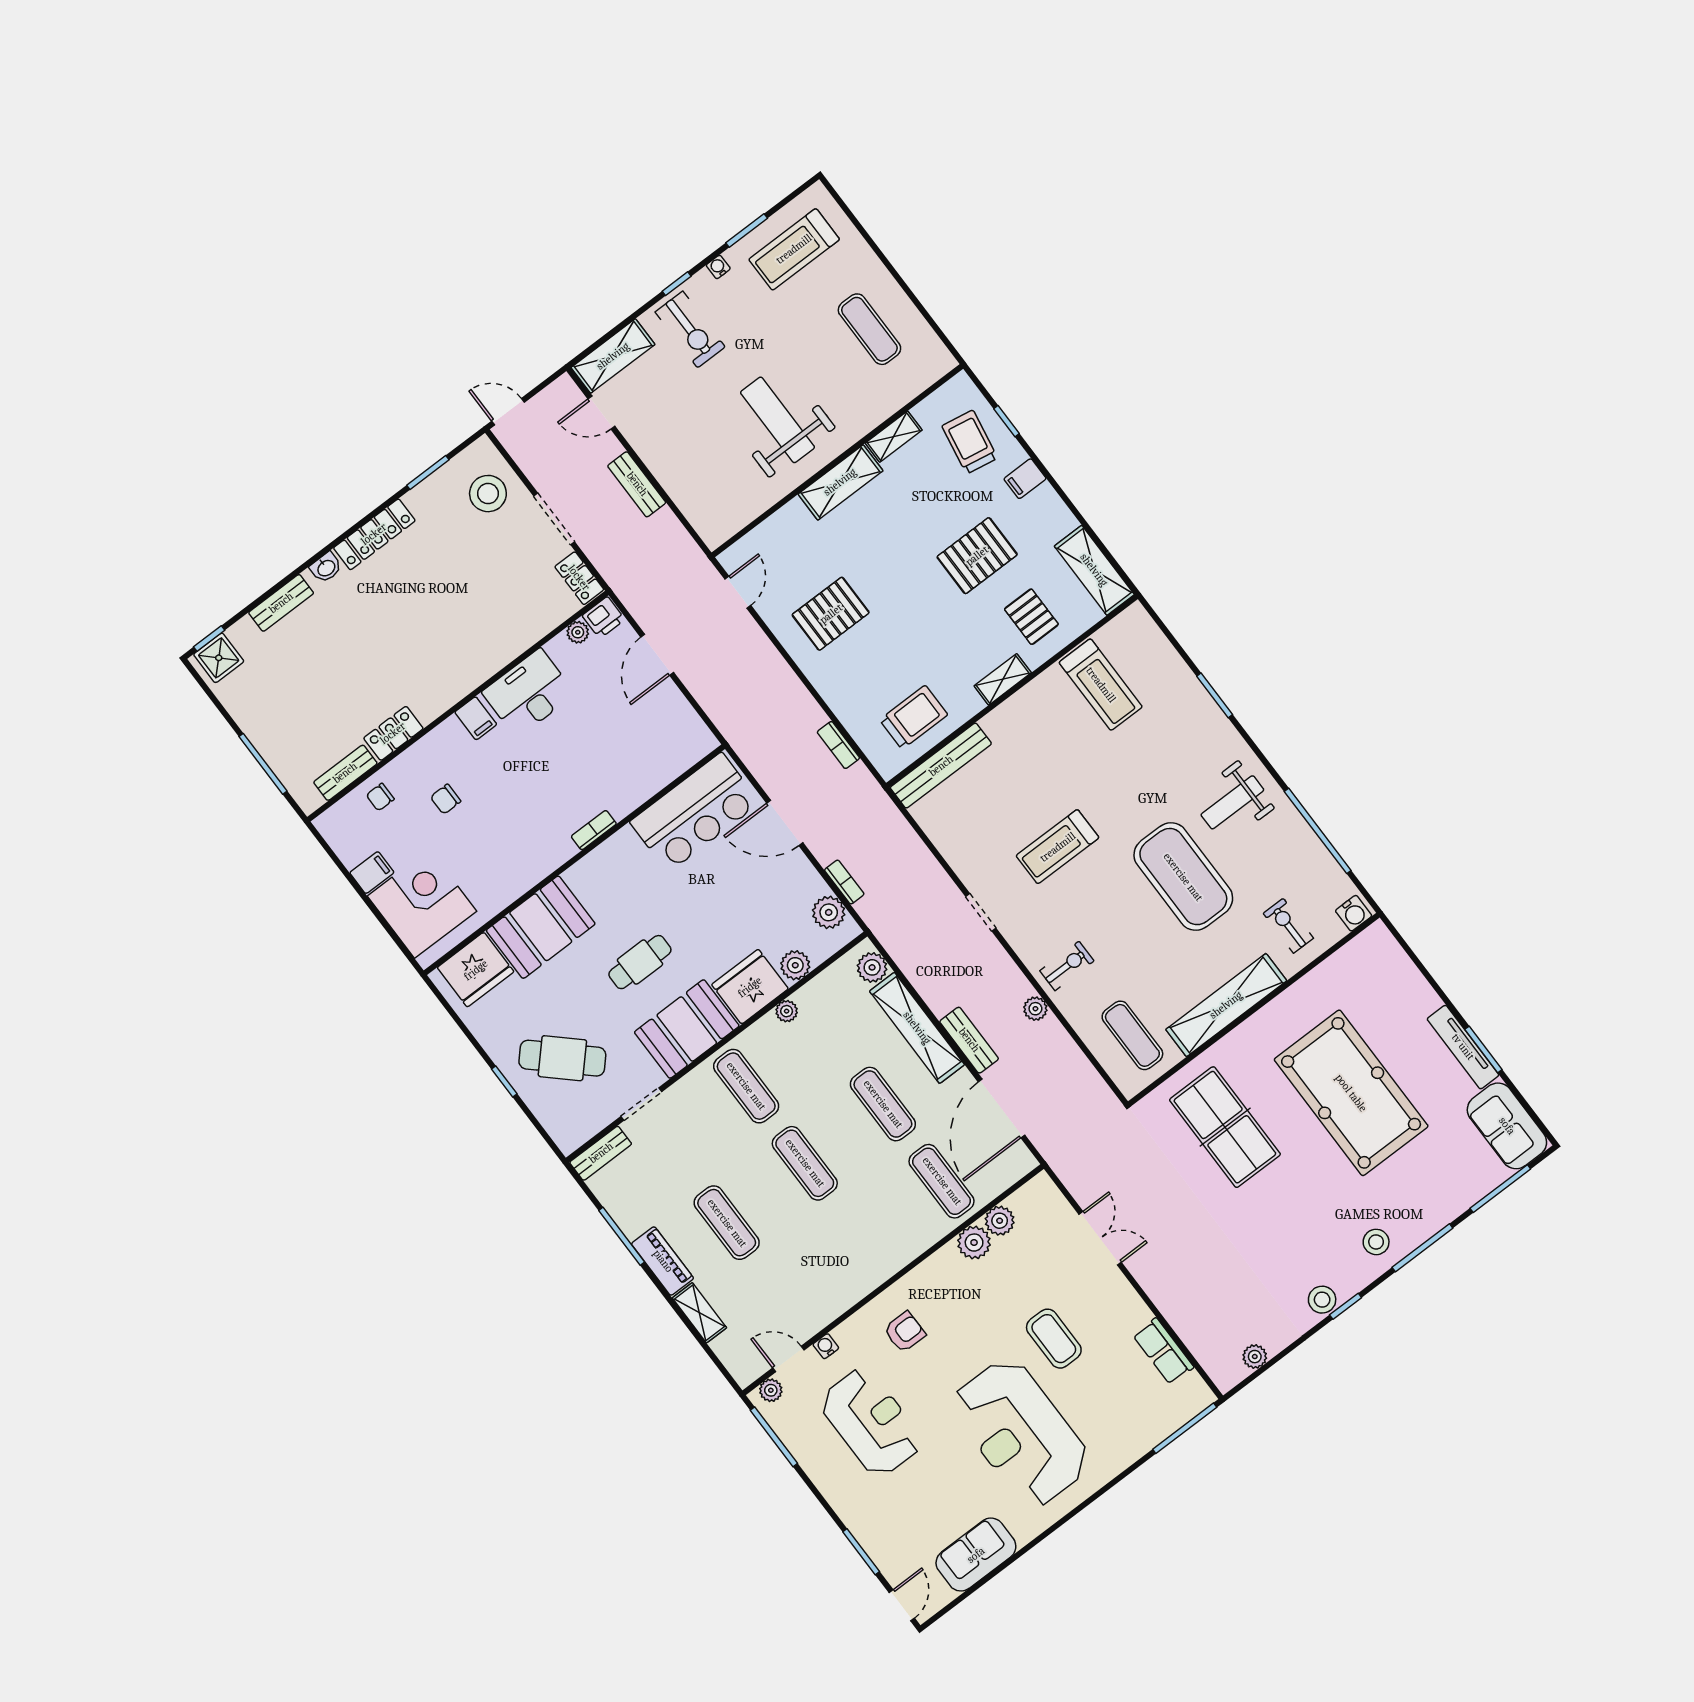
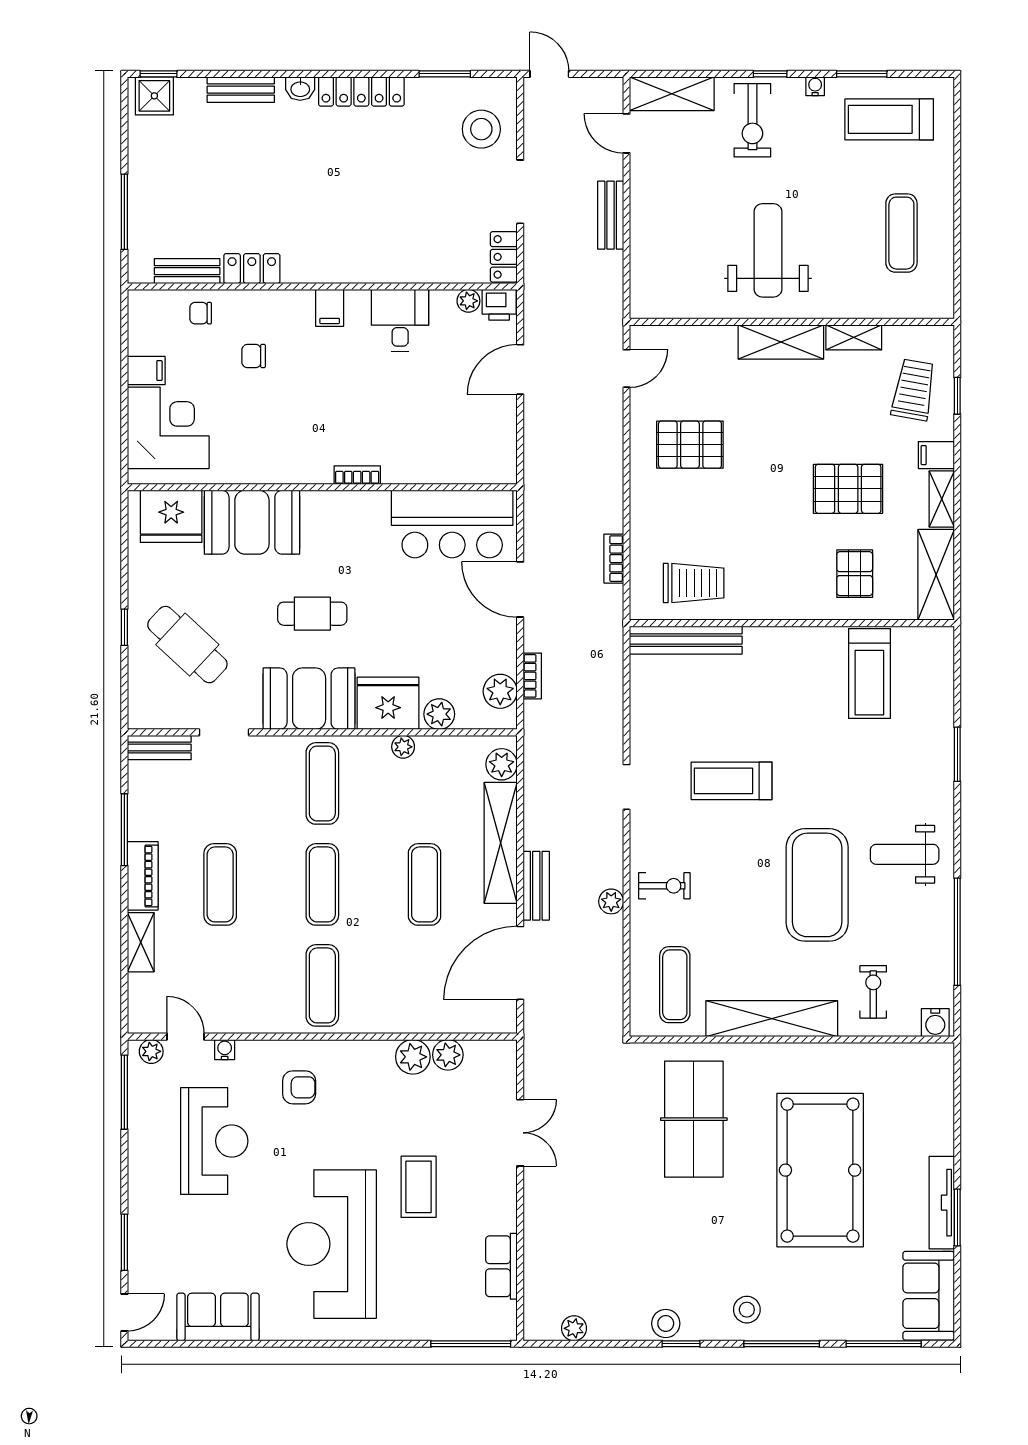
shelving: (1003, 679) -> (942, 499), moved, turned 90
desk: (529, 693) -> (400, 320), width x0.73
exercise mat: (942, 1181) -> (322, 985), moved

